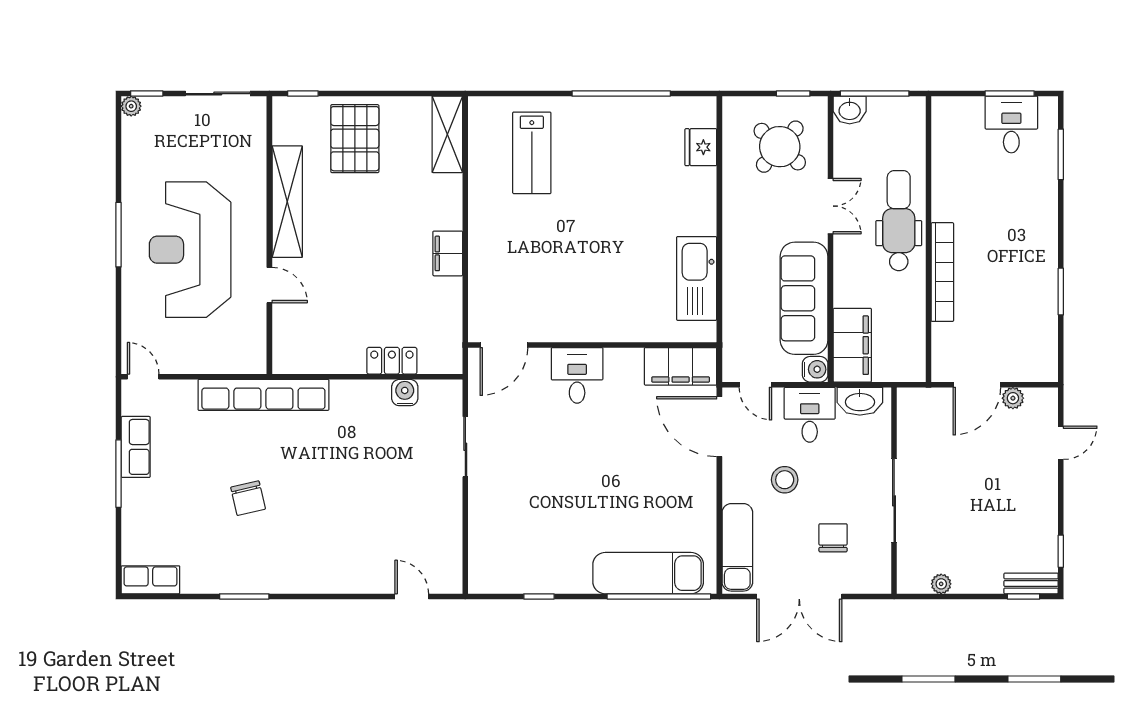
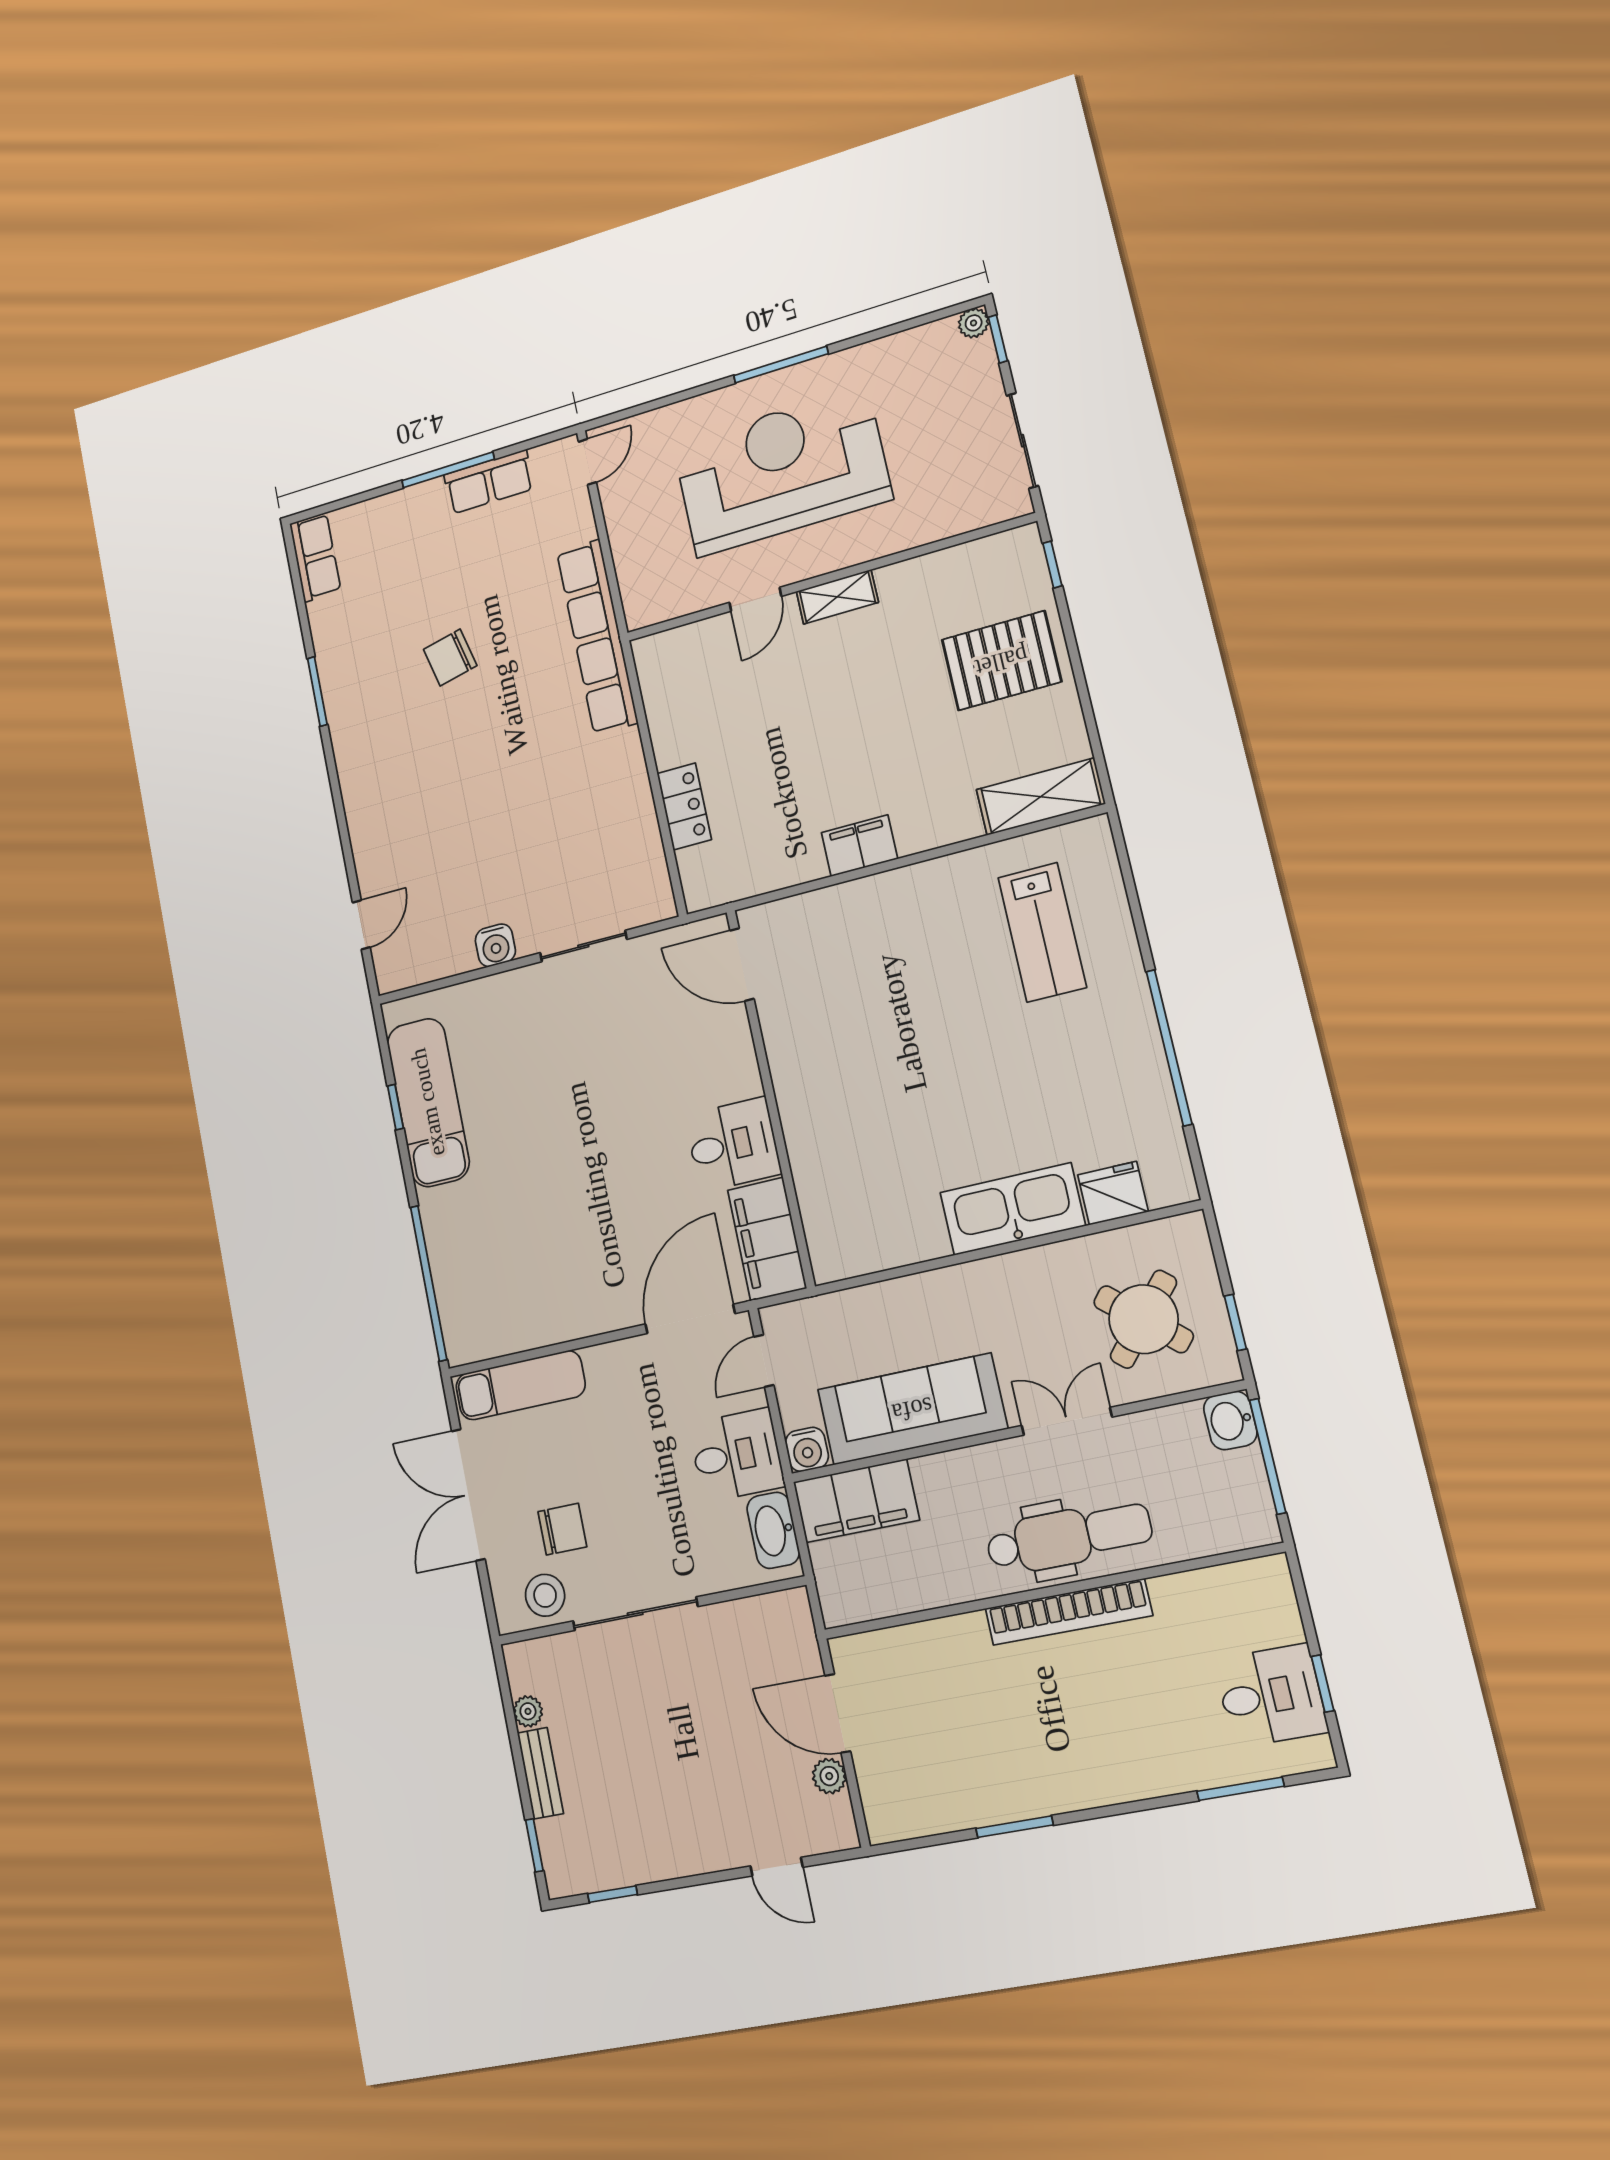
window: (1010, 94) -> (1323, 1684), width x0.67
lab bench: (532, 153) -> (1042, 932), turned -90
shelving: (287, 202) -> (837, 597), width x0.45, depth x0.75
double door: (831, 206) -> (1067, 1421), swing flipped
bookcase: (942, 272) -> (1068, 1612), moved
kitchen sink: (697, 278) -> (1012, 1209), moved
desk: (577, 375) -> (733, 1145), moved
water cooler: (405, 393) -> (495, 945), moved, turned 90
stool: (785, 480) -> (545, 1595), moved
exam couch: (648, 573) -> (428, 1102), moved
bench: (1031, 583) -> (540, 1773), moved

